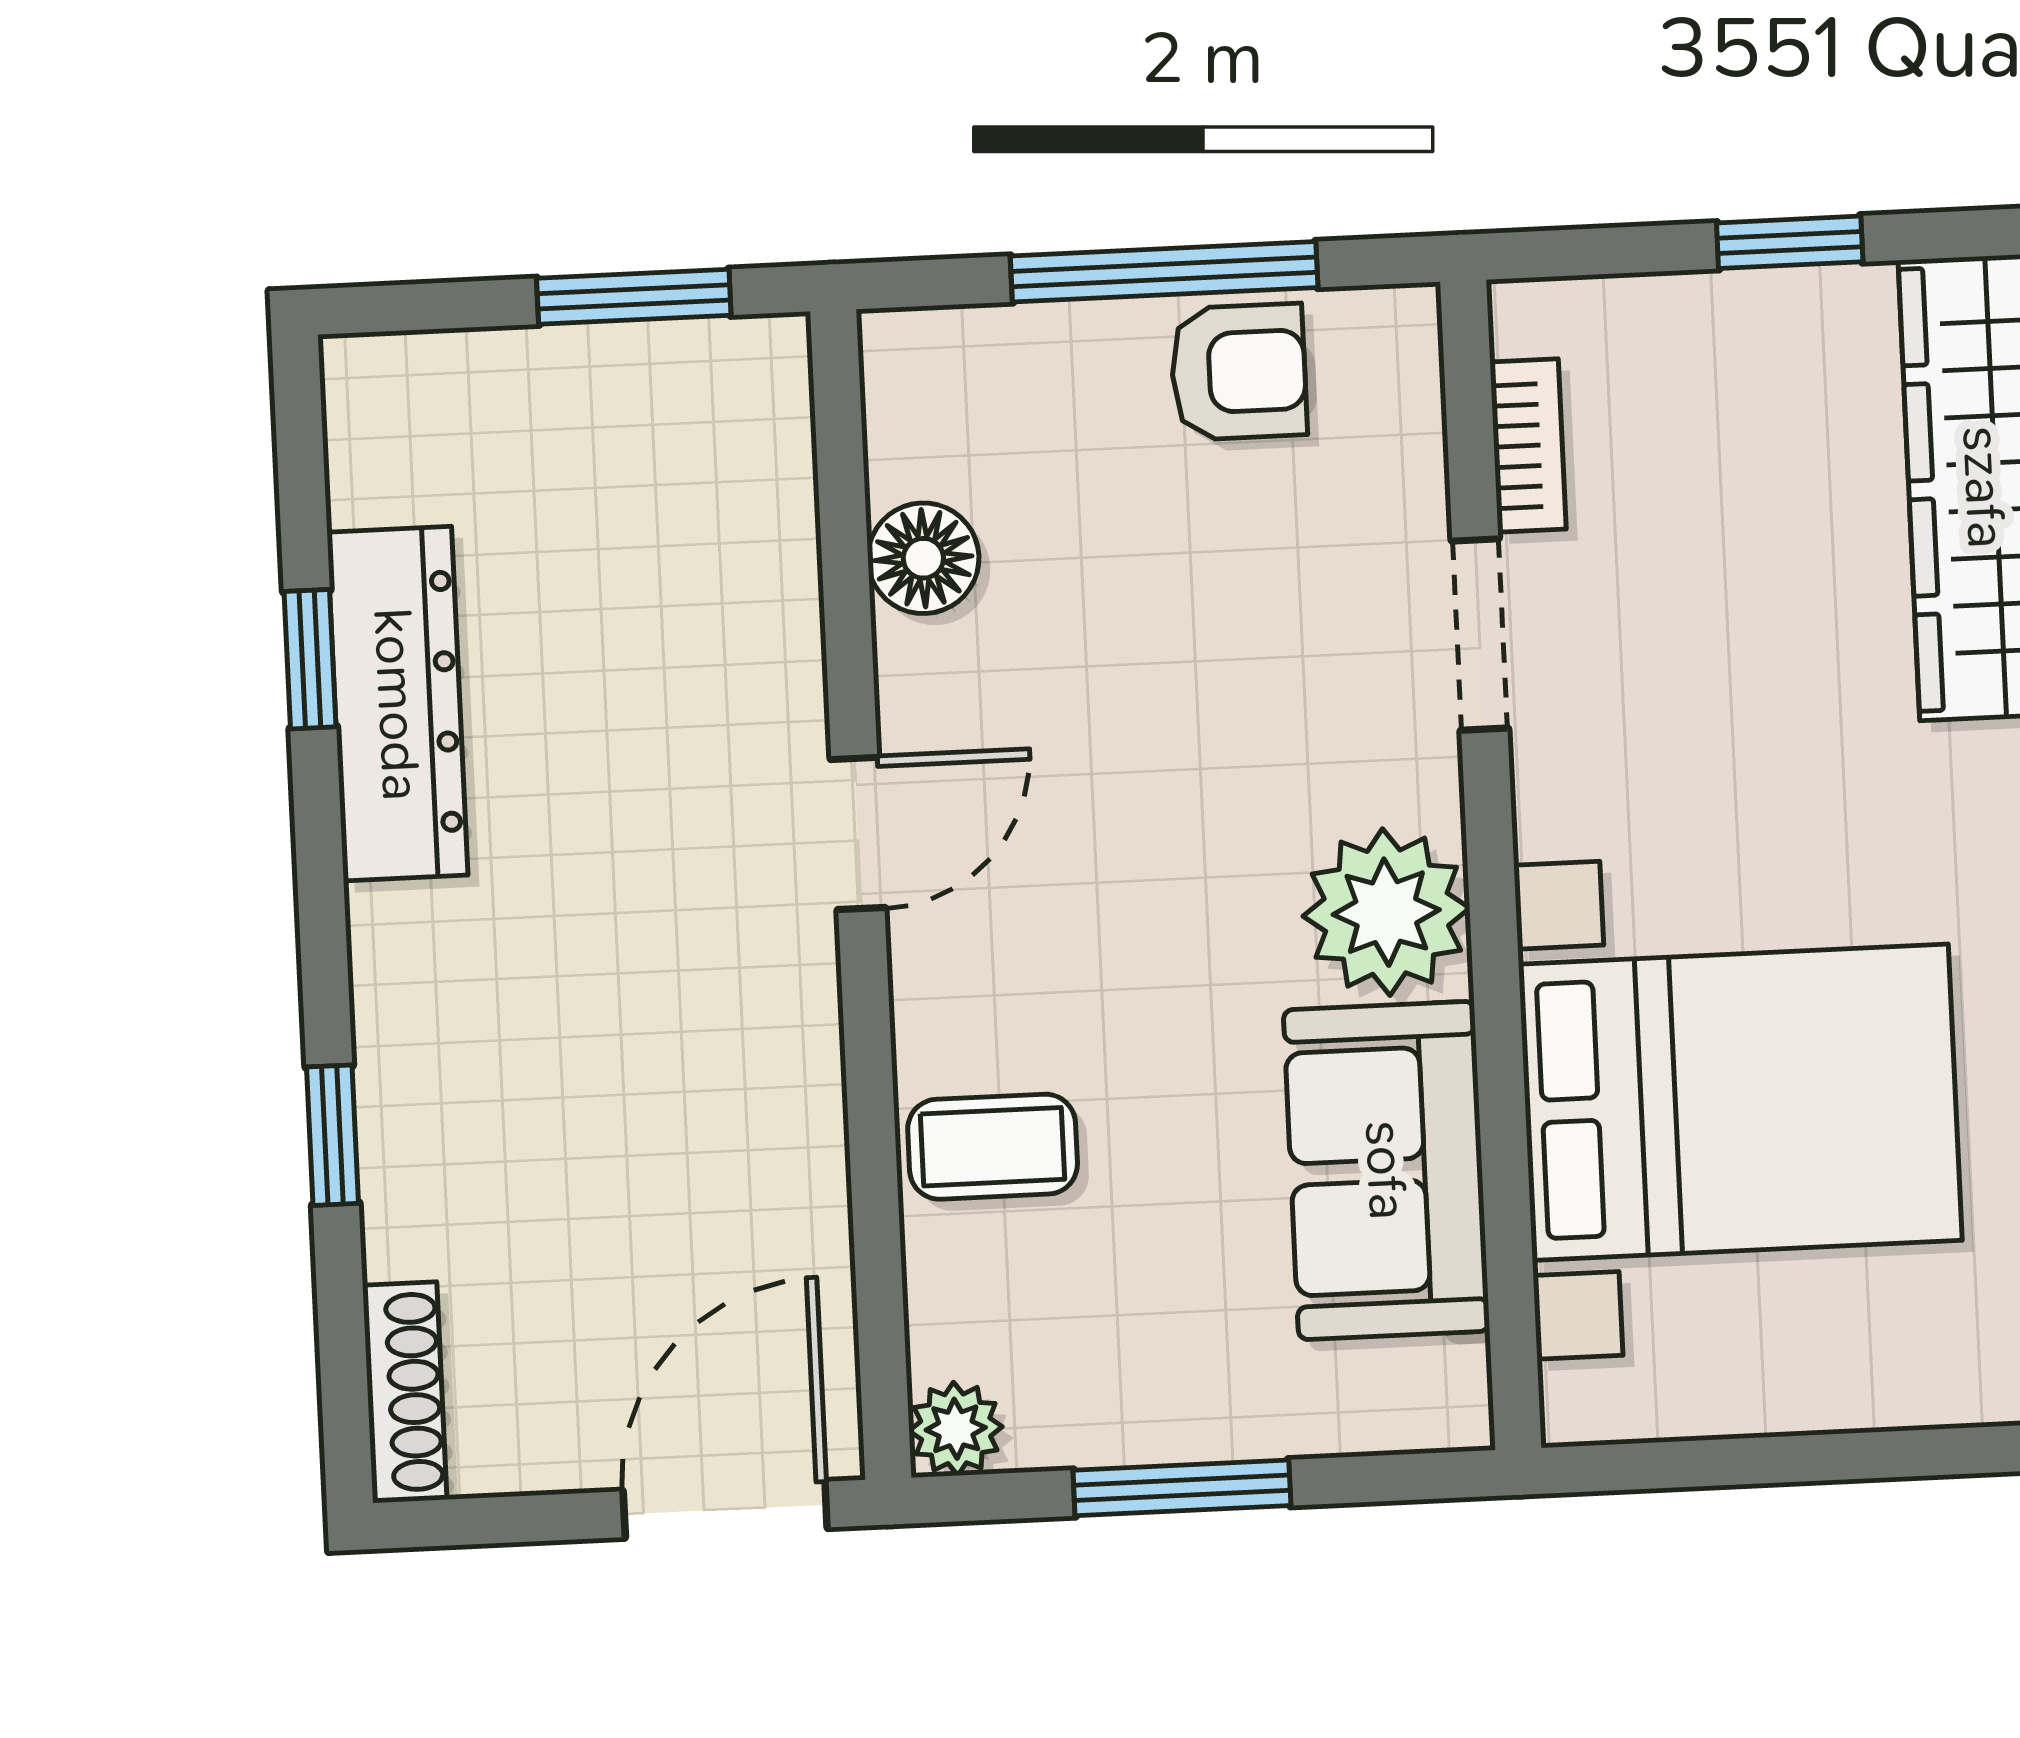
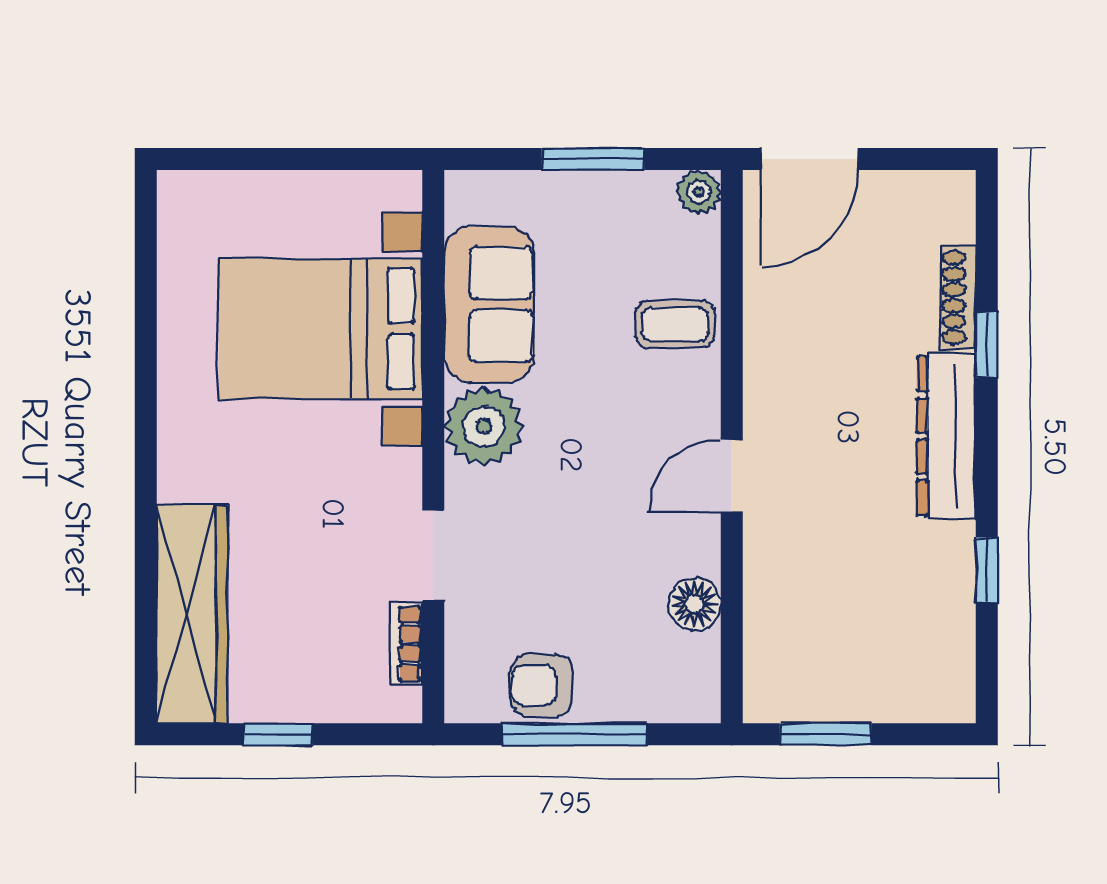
dresser: (397, 704) -> (946, 436), moved
shoe rack: (405, 1392) -> (958, 298), moved

